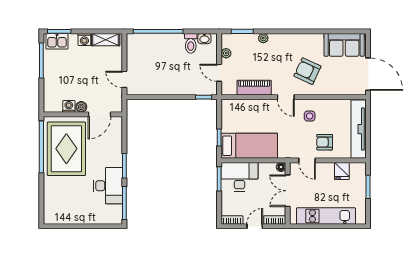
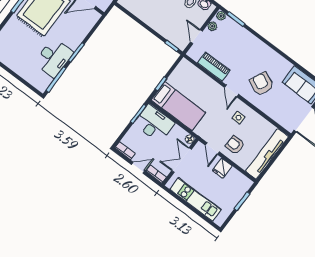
plant: (263, 38) -> (221, 16), moved
fridge: (342, 171) -> (222, 168), moved

